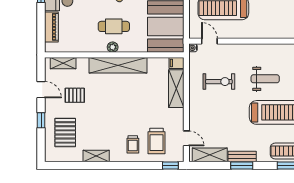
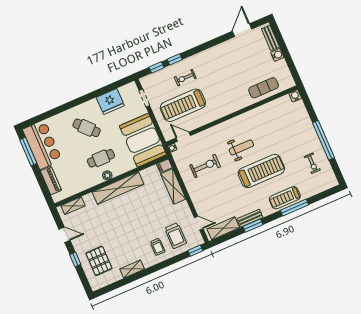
pallet: (75, 95) -> (94, 228), removed

